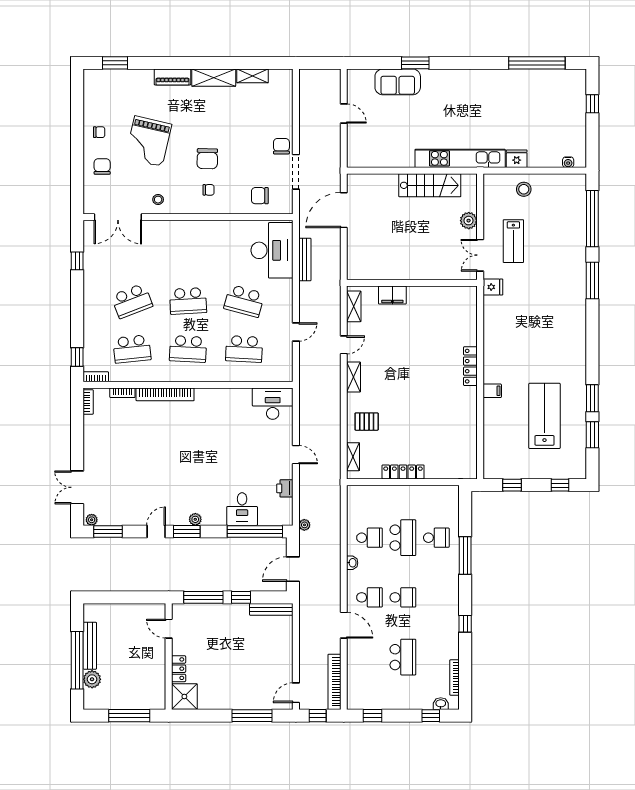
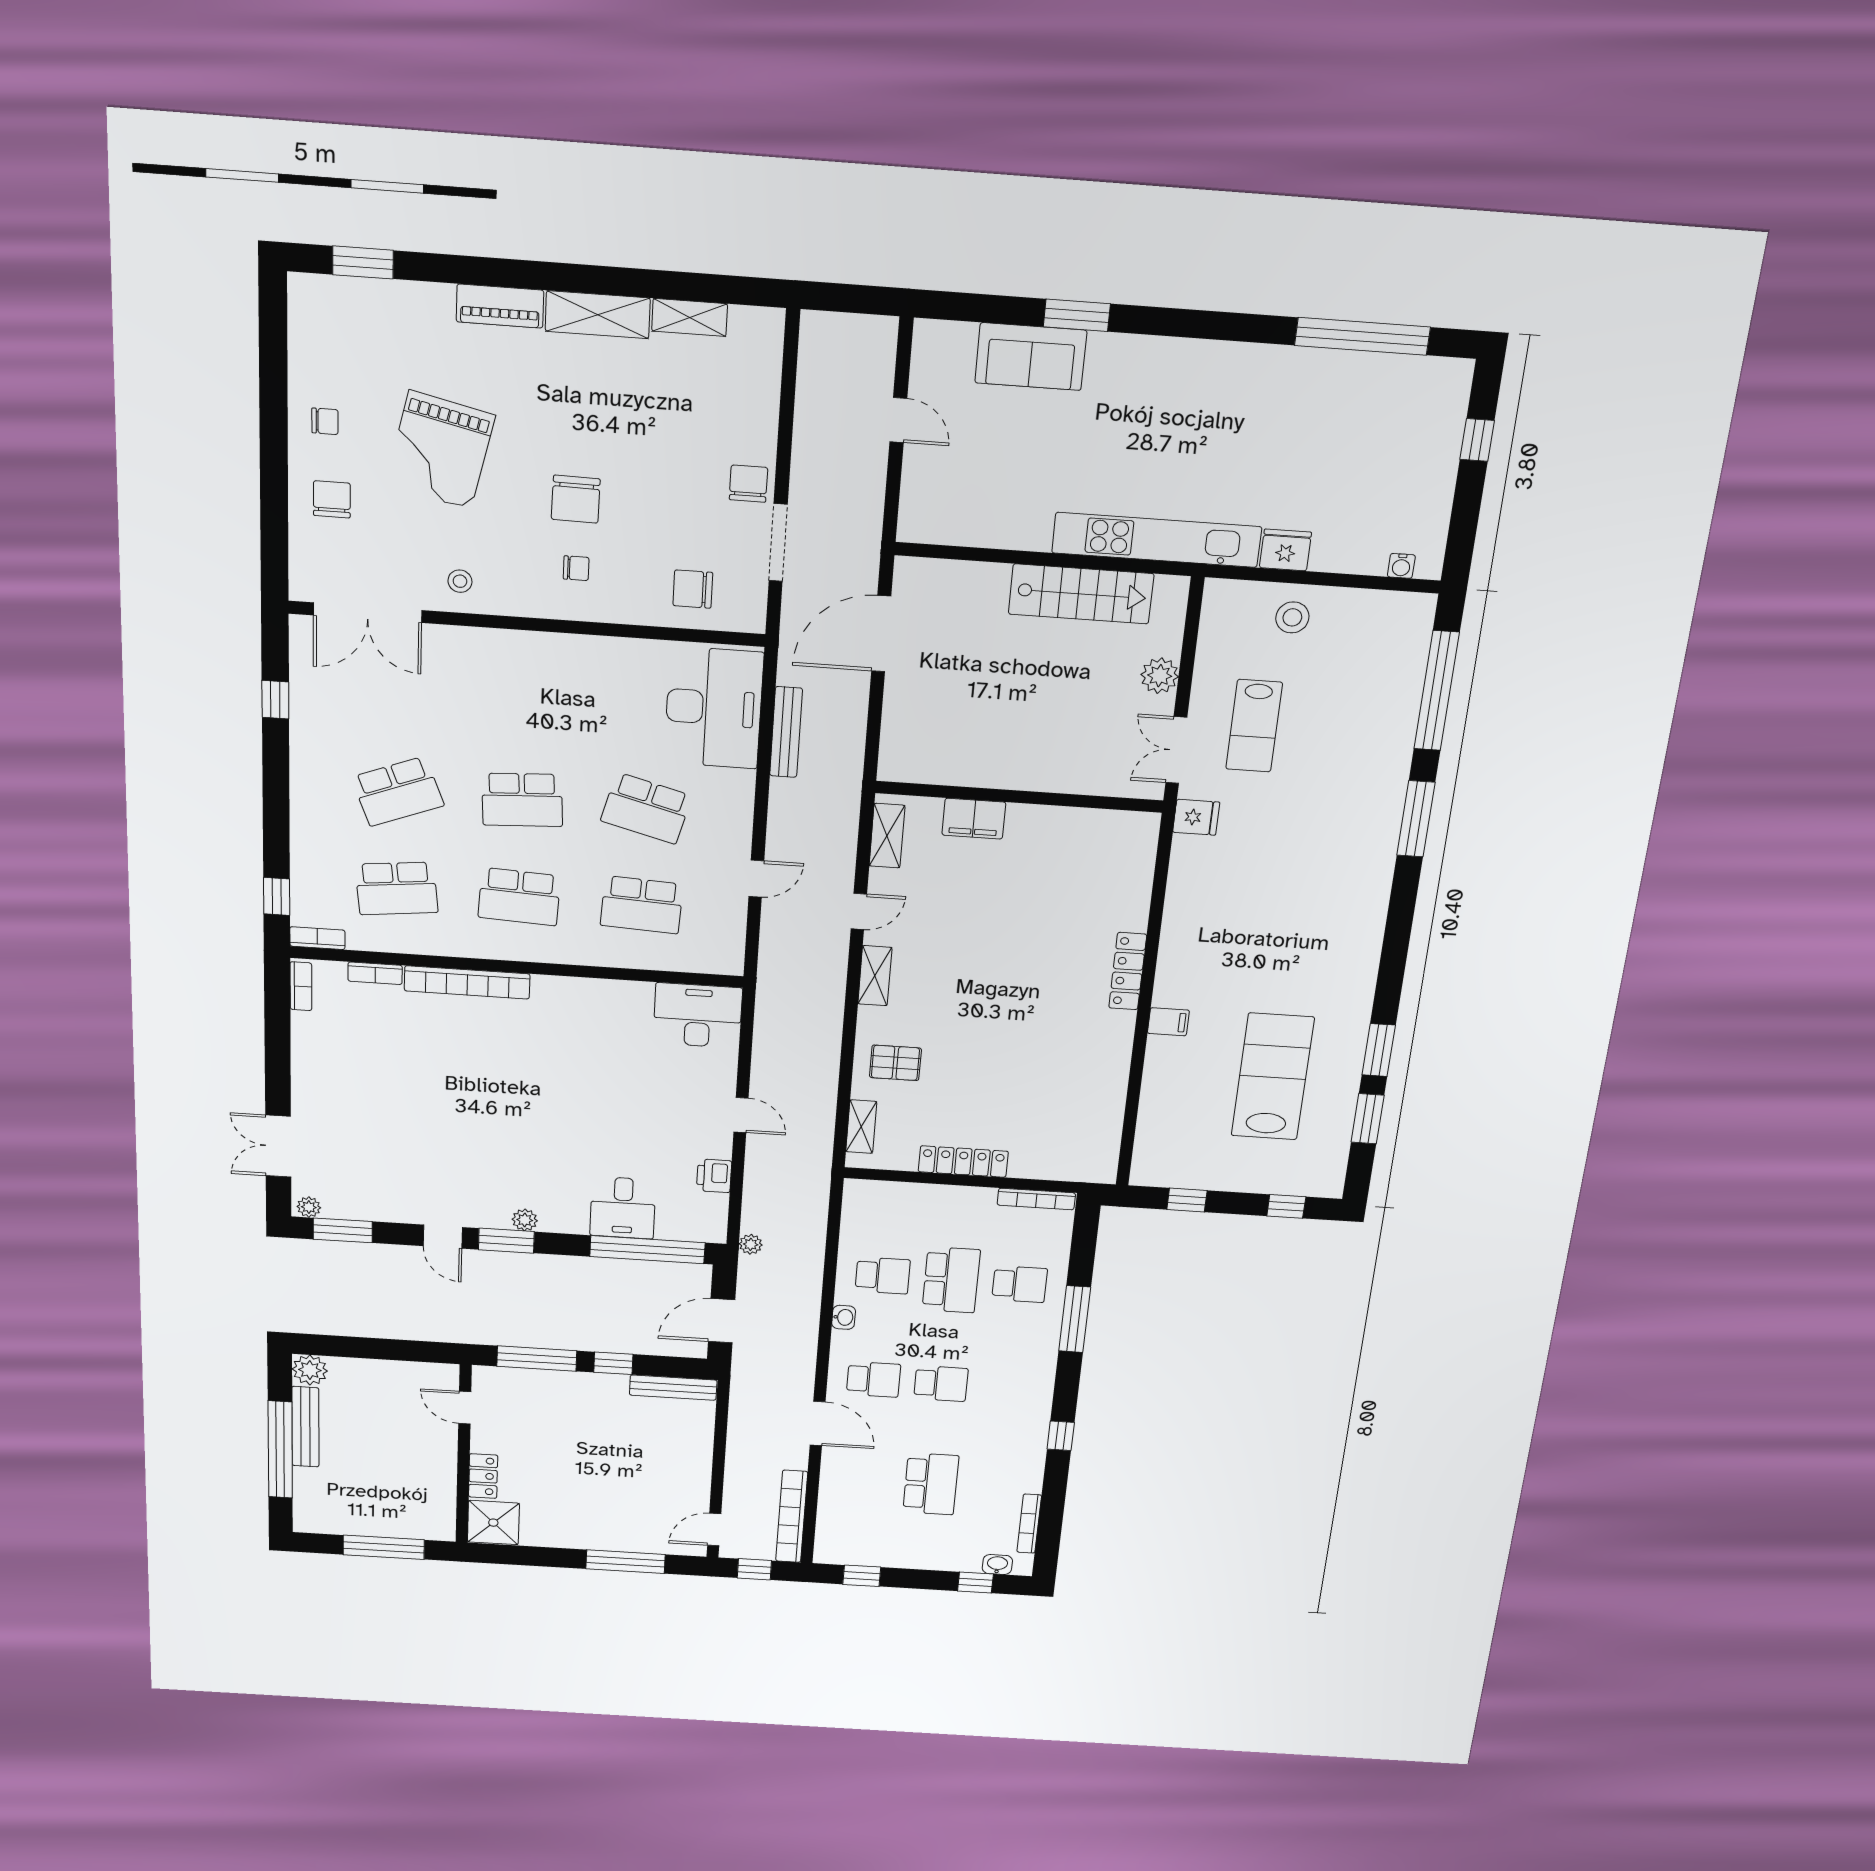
bookcase: (440, 490) -> (1036, 1199), added
door: (156, 531) -> (443, 1237), swing flipped
plant: (92, 679) -> (310, 1370), moved

